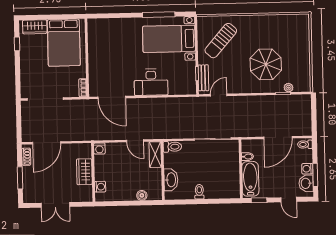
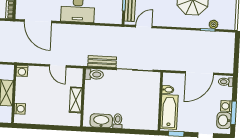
bench: (179, 133) -> (102, 62), added
shelving: (155, 155) -> (76, 100), moved
washbasin: (171, 180) -> (101, 121), moved, turned -90
boiler: (142, 195) -> (61, 120), removed

